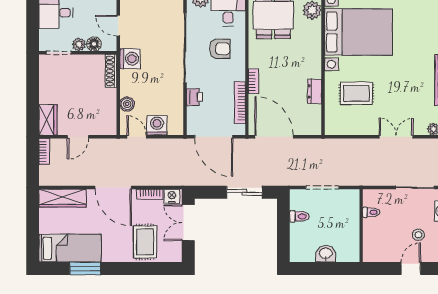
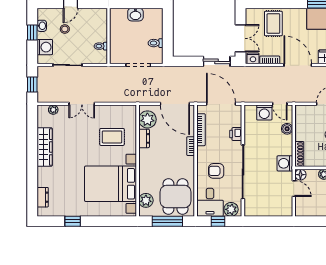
floor lamp: (94, 44) -> (300, 175), moved
plant: (310, 116) -> (147, 119), added
sliding door: (244, 192) -> (217, 61), moved

